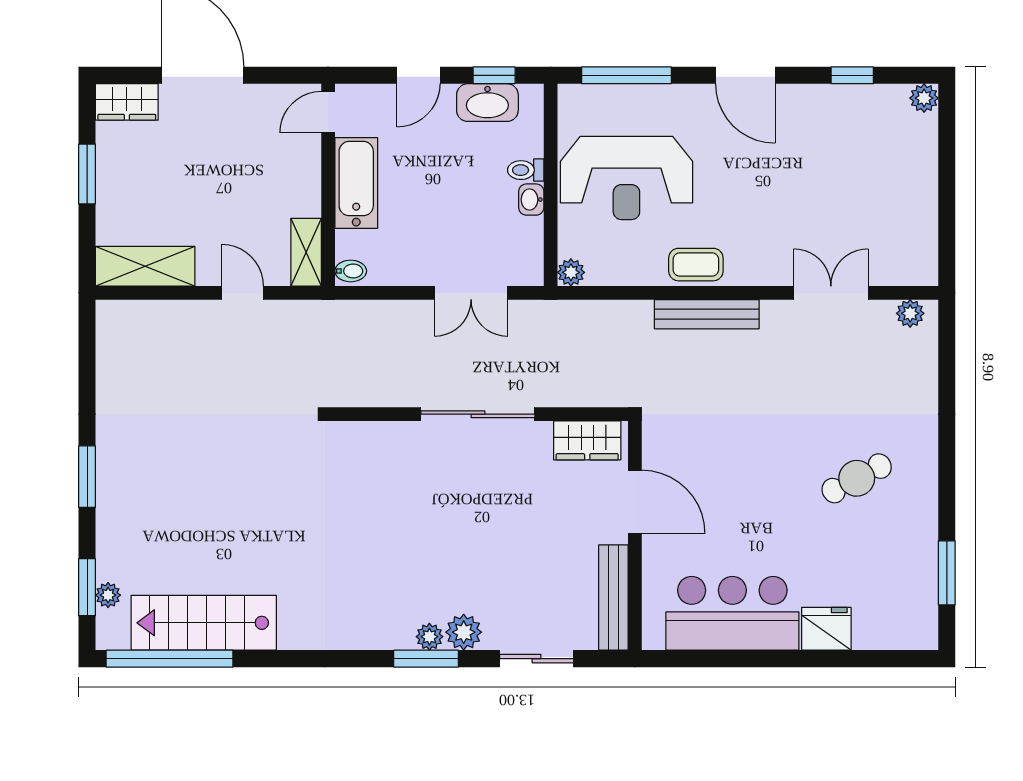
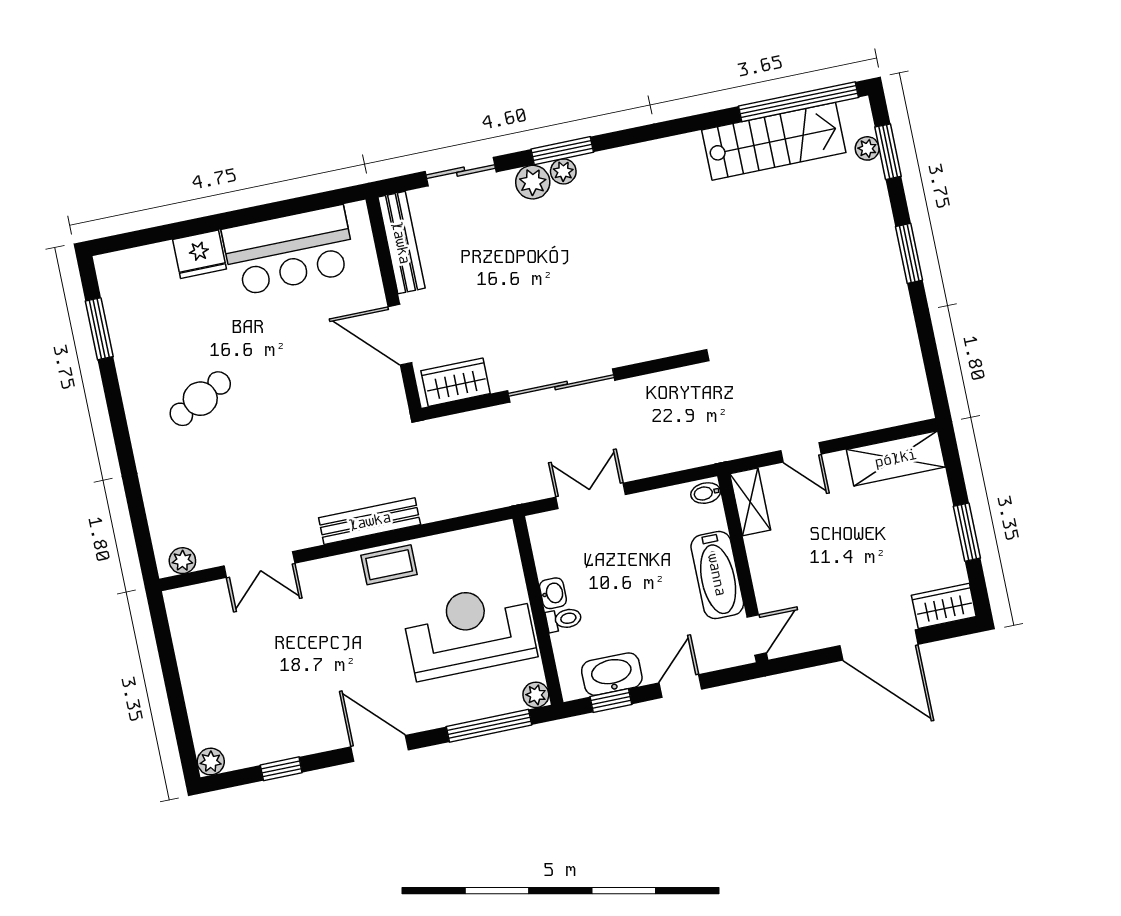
plant: (571, 272) -> (536, 695), moved

